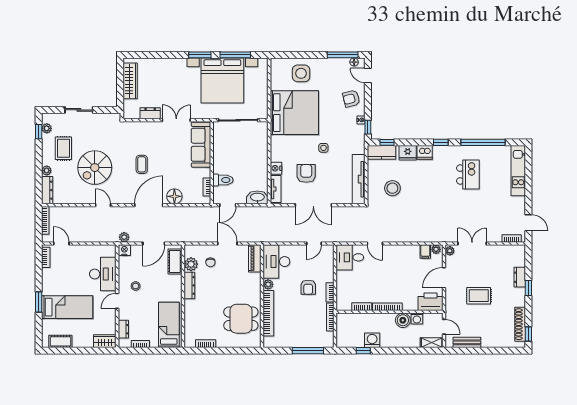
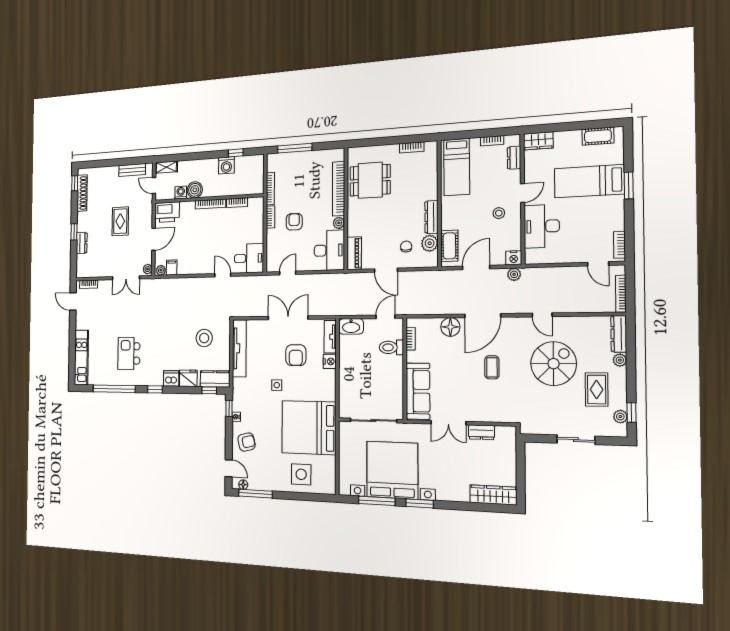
wardrobe: (130, 81) -> (493, 495), moved, turned 90
rug: (479, 296) -> (120, 221), turned 90

